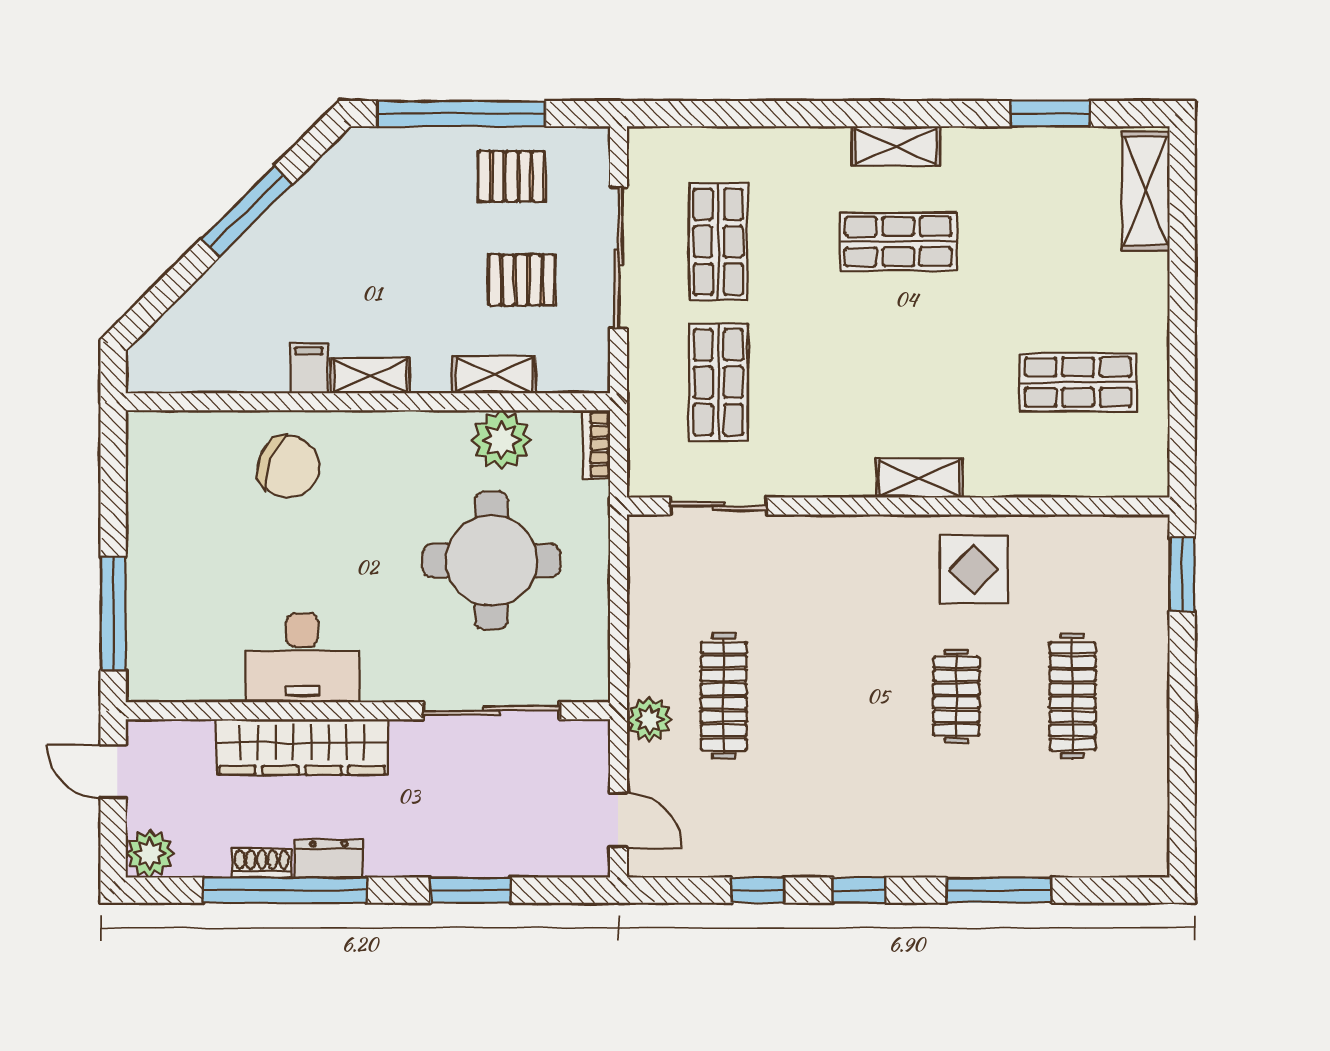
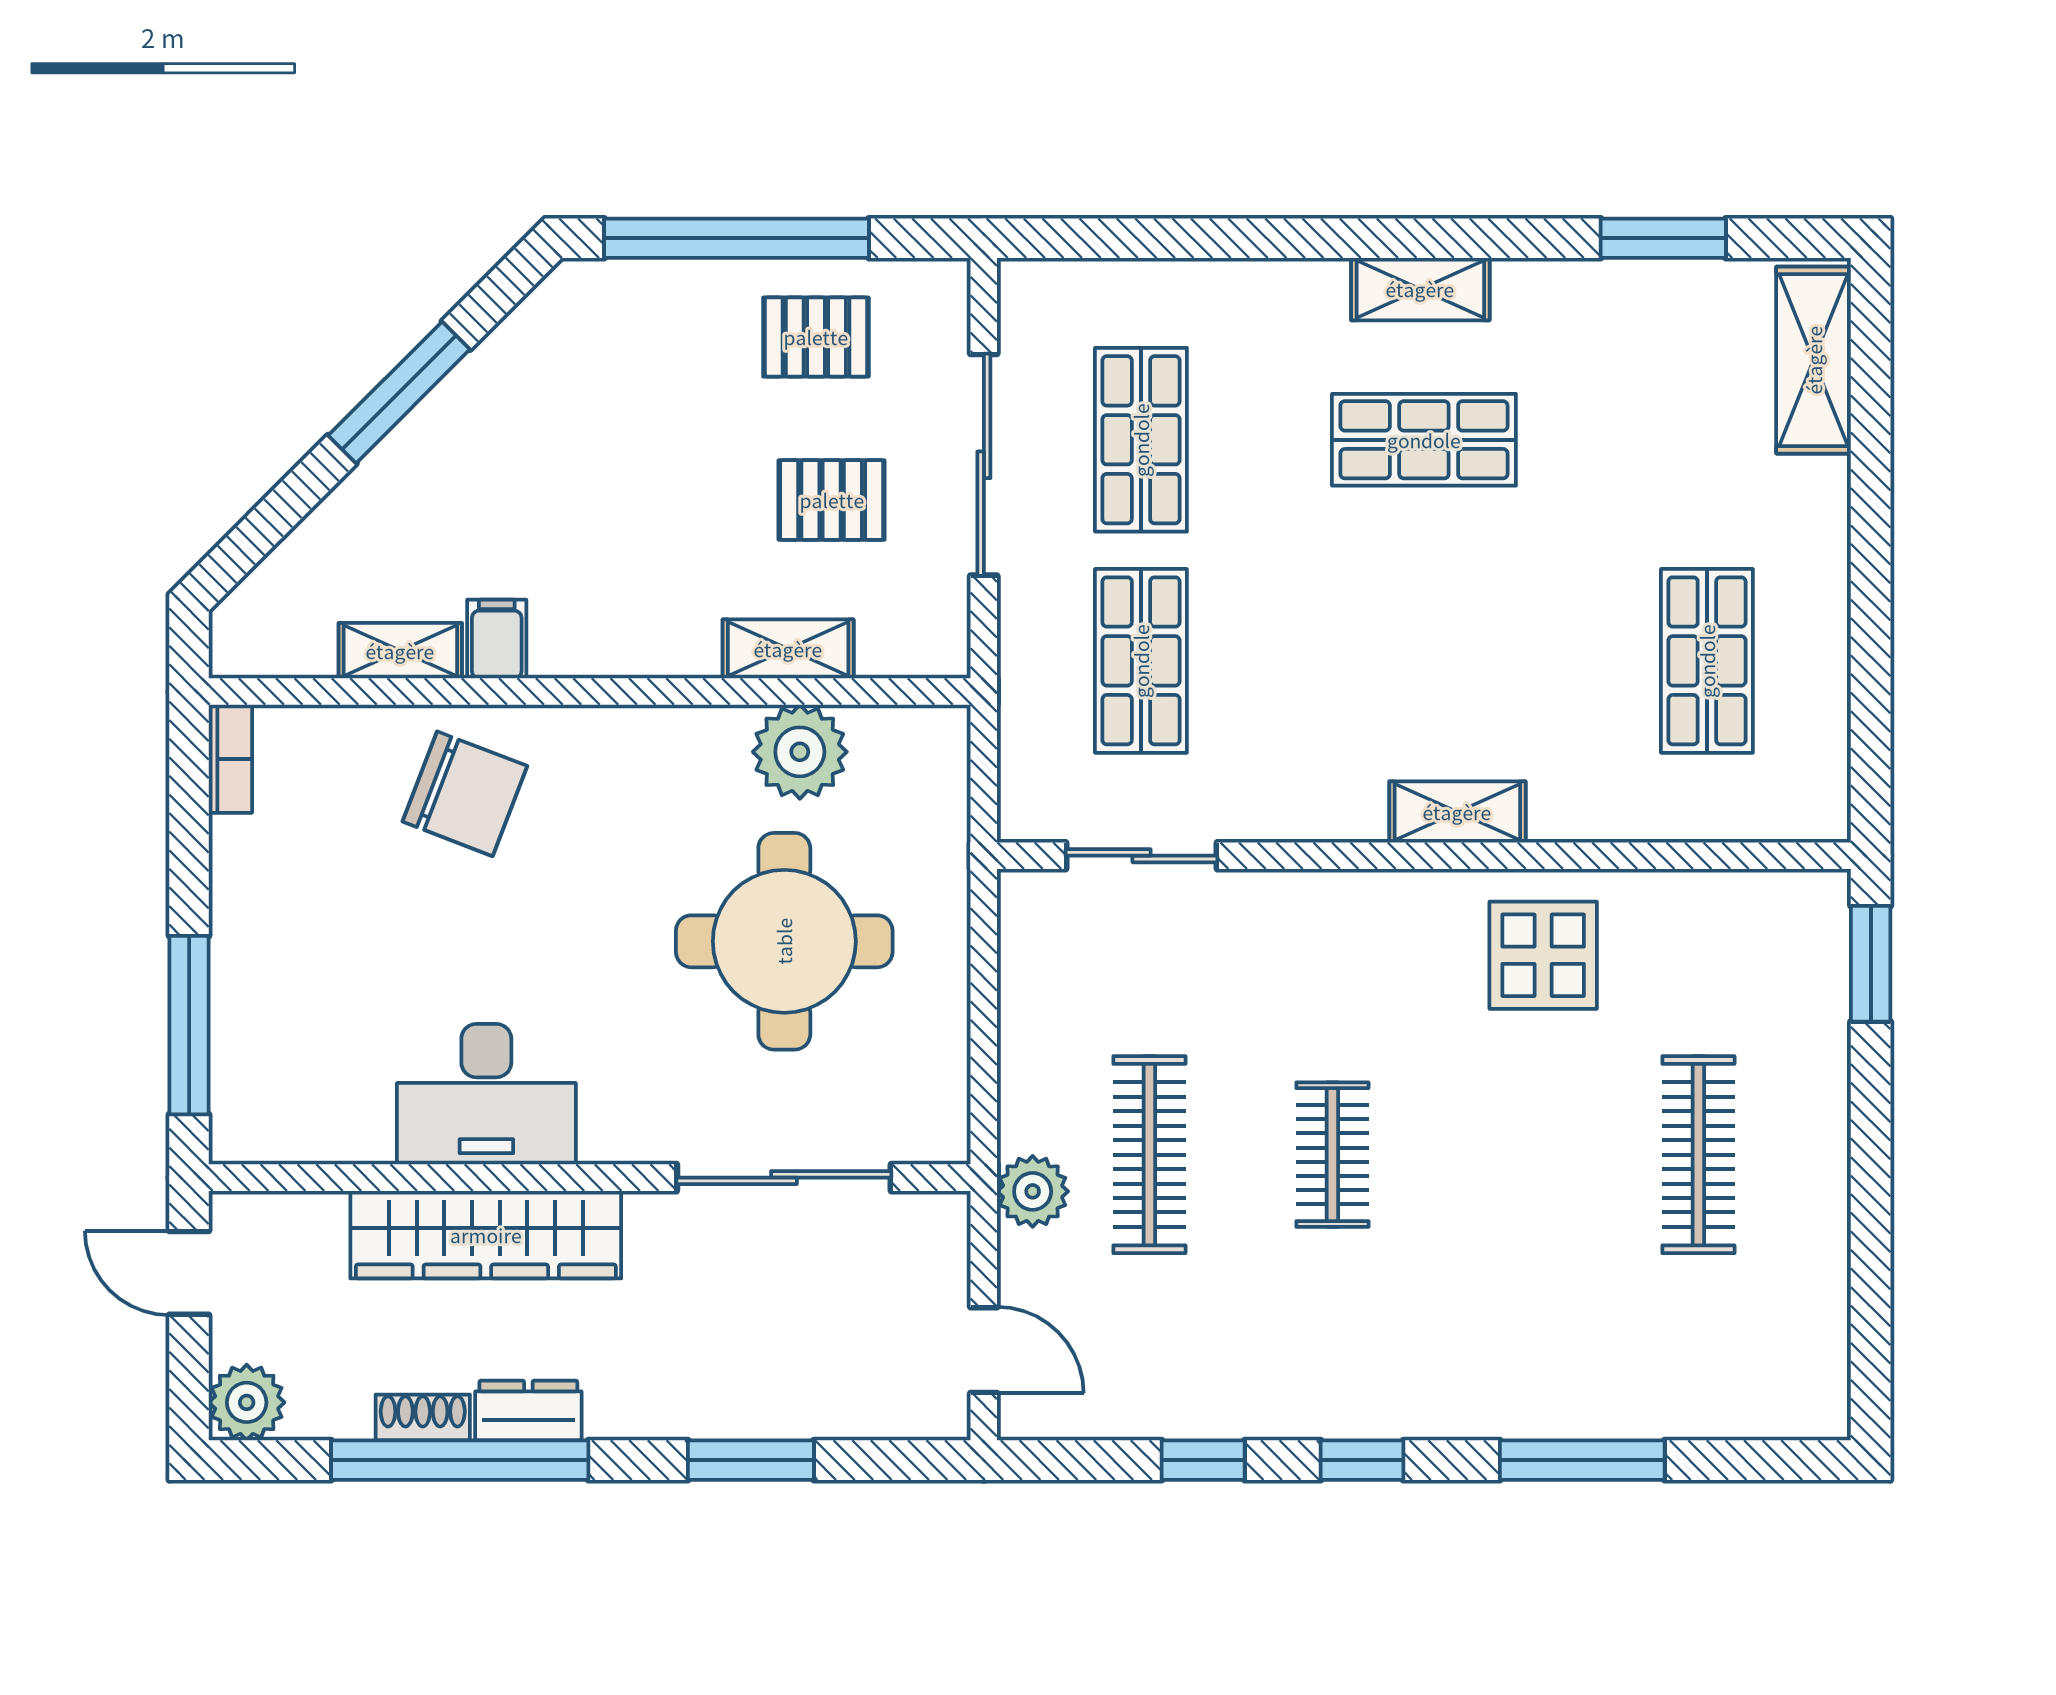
shelving: (370, 376) -> (400, 651), moved
shop shelf: (1078, 382) -> (1707, 661), turned 90
bookcase: (596, 444) -> (230, 759), moved, turned 180
clothes rail: (956, 696) -> (1332, 1155), moved

